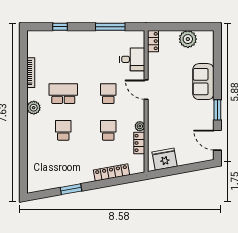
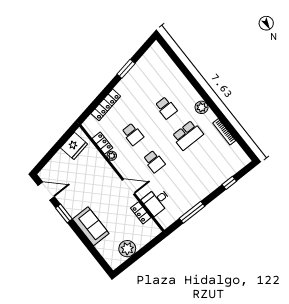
locker: (153, 41) -> (141, 213), moved

